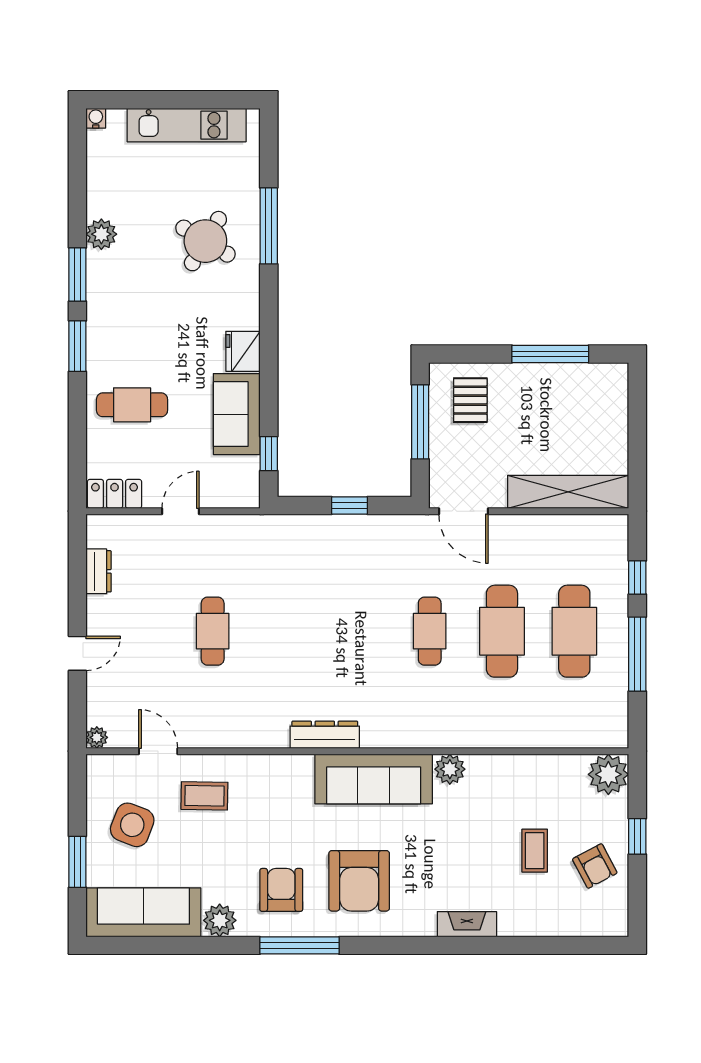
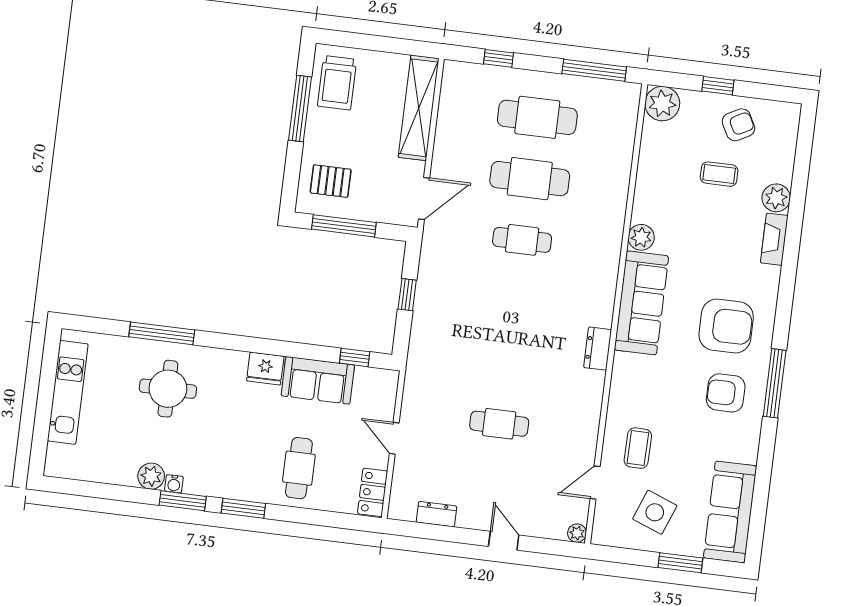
water cooler: (96, 118) -> (174, 484), moved, turned -90
round table: (205, 241) -> (168, 389), turned -31
trolley: (586, 393) -> (337, 83), added
window: (637, 654) -> (594, 70), moved
dresser: (325, 735) -> (598, 349), width x0.70
plant: (220, 920) -> (776, 198), moved

